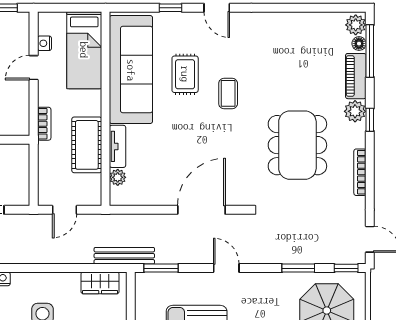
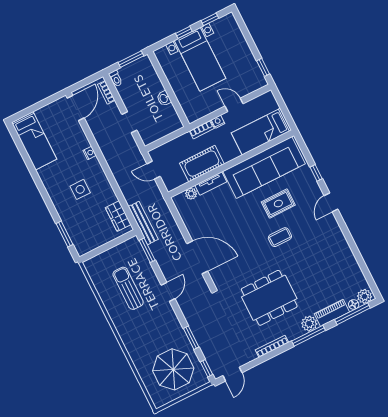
nightstand: (44, 43) -> (218, 122), moved
window: (370, 120) -> (309, 336), width x2.17

